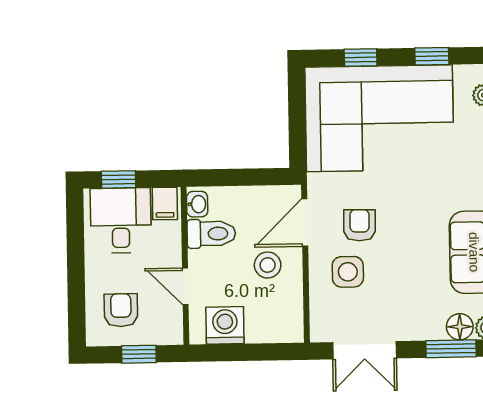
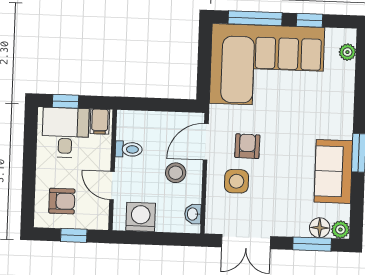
window: (361, 57) -> (255, 18), width x2.17
washbasin: (197, 204) -> (193, 214), moved, turned 180
toilet: (211, 234) -> (129, 149), width x0.73, depth x0.72
armchair: (121, 310) -> (62, 201), turned 90

